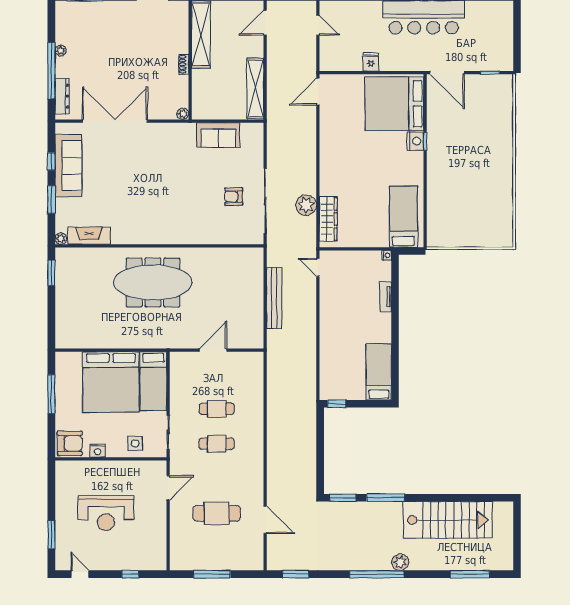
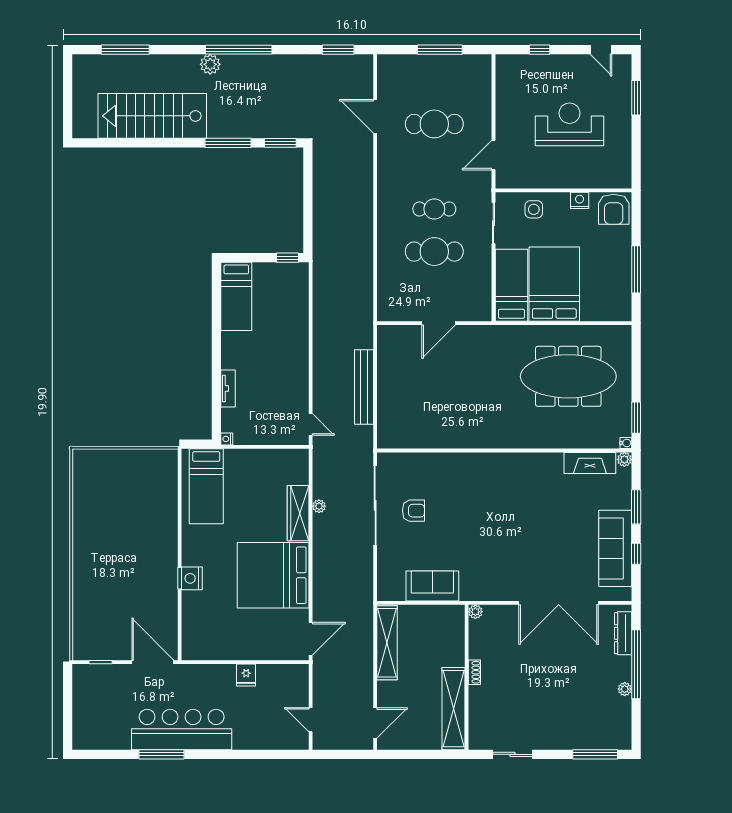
bed: (394, 104) -> (273, 575), moved, turned 180
plant: (306, 205) -> (319, 506), width x0.53, depth x0.53
wardrobe: (328, 219) -> (298, 513), moved
water cooler: (60, 252) -> (626, 443), added
meeting table: (153, 282) -> (568, 376), moved
bed: (111, 382) -> (554, 284), width x0.73
cafe table: (217, 409) -> (434, 252), width x1.37, depth x1.35
armchair: (70, 443) -> (614, 209), turned -90

